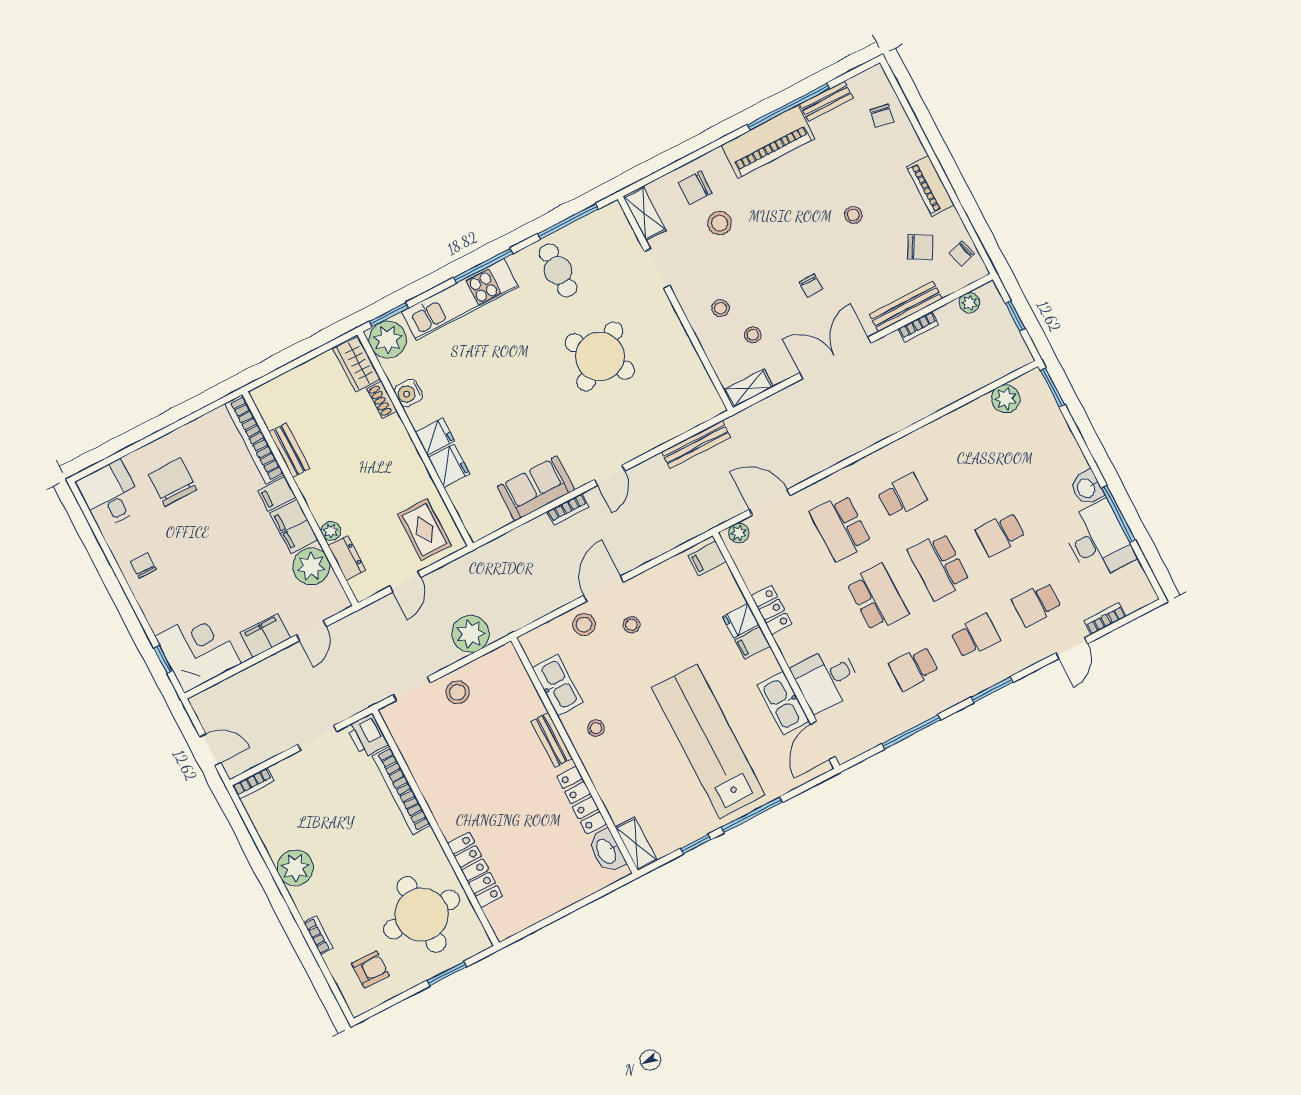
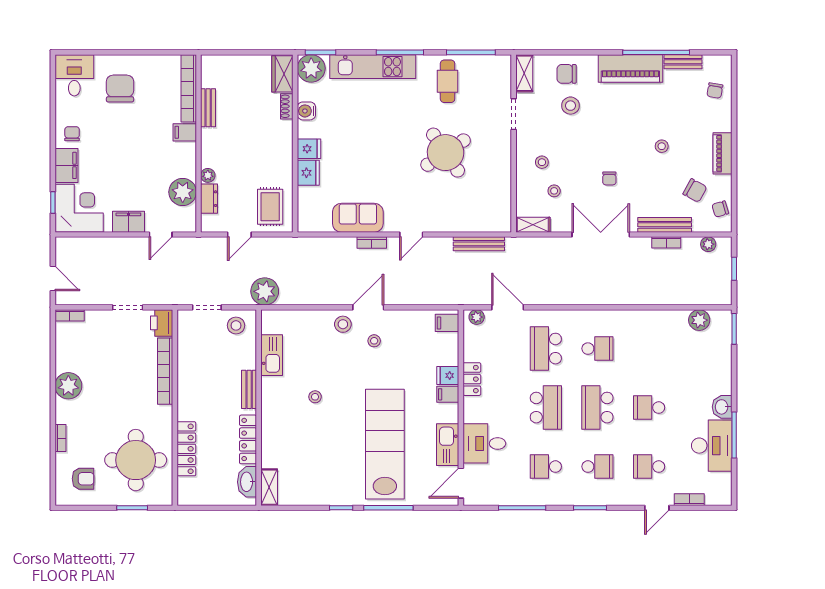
filing cabinet: (294, 526) -> (66, 165), moved, turned 180
kitchen sink: (557, 685) -> (272, 355), moved
bench: (552, 740) -> (249, 389), moved
wall: (574, 756) -> (259, 408), moved
locker: (582, 800) -> (248, 439), moved
shelving: (636, 844) -> (269, 487), moved
washbasin: (607, 851) -> (247, 482), moved

